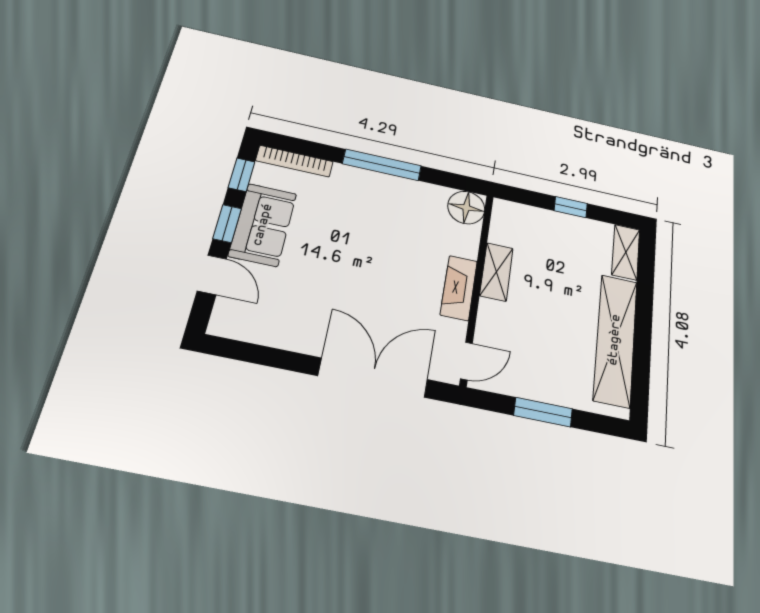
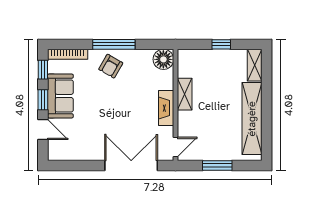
armchair: (369, 197) -> (111, 66), added

